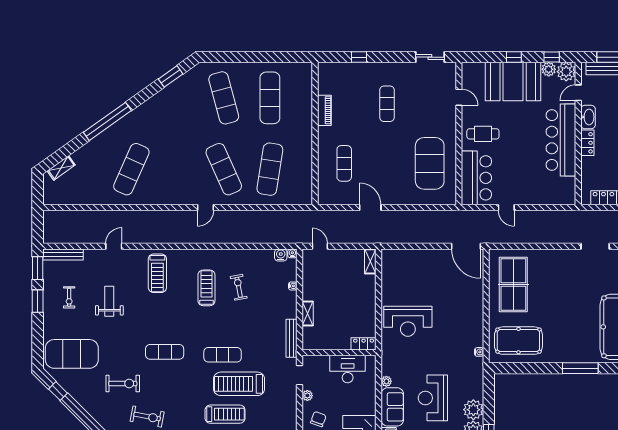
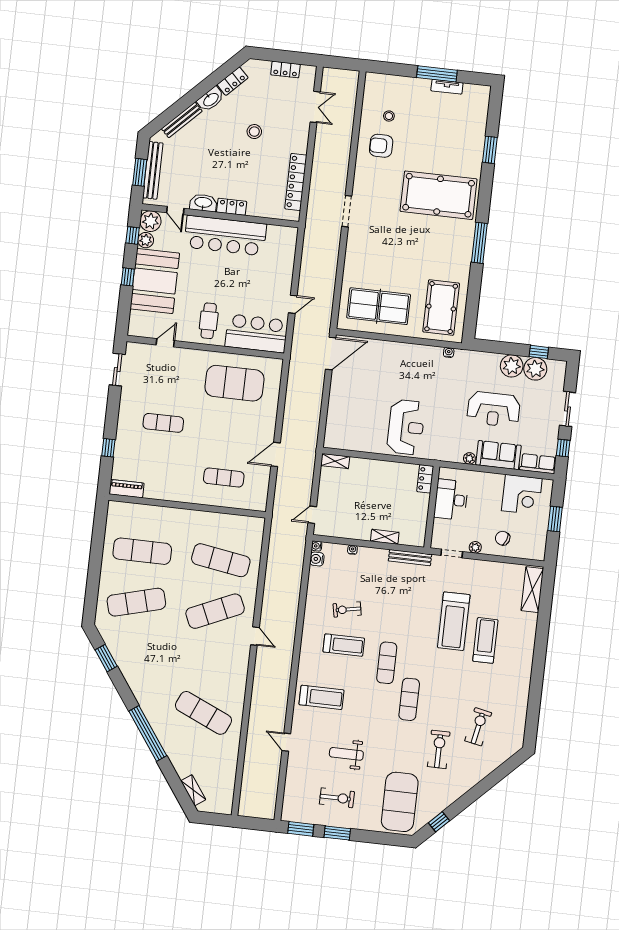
piano: (324, 110) -> (126, 489), moved
bench: (63, 255) -> (289, 799), removed
treadmill: (206, 288) -> (344, 645), turned 180
exercise bike: (69, 297) -> (337, 798), width x1.38, depth x1.39
exercise mat: (223, 355) -> (387, 663), moved

